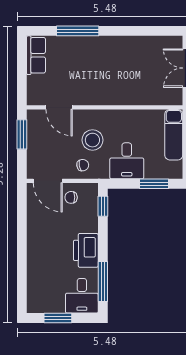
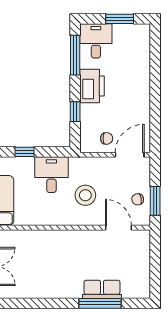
row of seats: (36, 55) -> (102, 289), moved, turned 90
chair: (83, 165) -> (138, 199), moved
door: (48, 181) -> (130, 155), hinge flipped
window: (154, 184) -> (24, 152), width x0.67
window: (103, 206) -> (75, 112), moved

